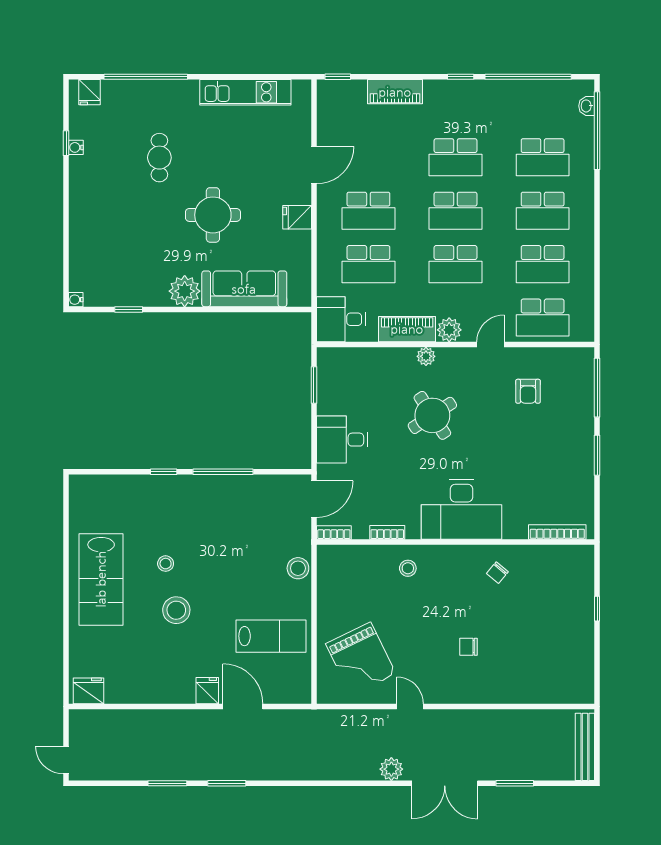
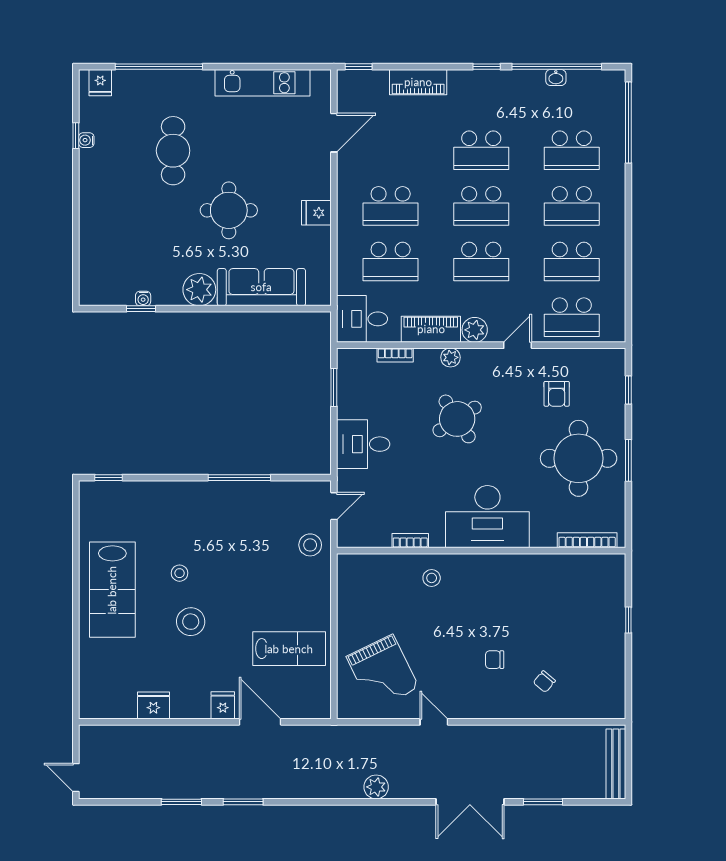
washbasin: (587, 106) -> (556, 77), moved, turned -90
cafe table: (159, 158) -> (173, 151), width x1.37, depth x1.35
door: (314, 165) -> (334, 133), moved
water cooler: (76, 300) -> (143, 298), moved, turned -90
window: (597, 388) -> (628, 390), width x0.46
round table: (549, 453) -> (579, 458), added
window: (164, 472) -> (109, 478), moved
door: (314, 499) -> (334, 506), width x0.73
bookcase: (334, 532) -> (395, 355), moved, turned 180
stool: (298, 568) -> (310, 545), moved
chair: (497, 573) -> (544, 682), moved
fridge: (88, 691) -> (153, 706), moved
plant: (391, 769) -> (376, 787), moved

